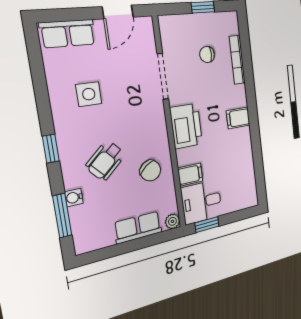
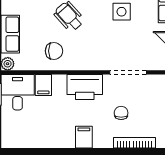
chair: (207, 55) -> (121, 113), moved
chair: (150, 171) -> (54, 51), turned -144

